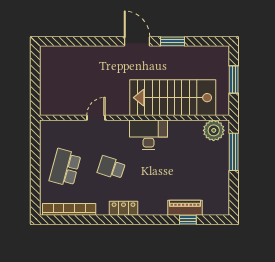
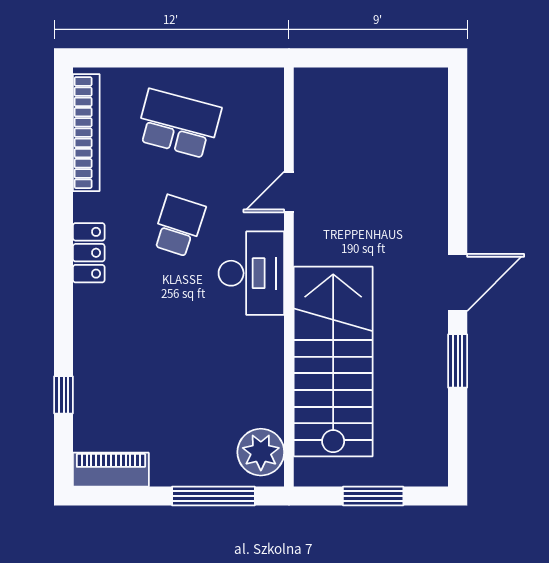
door: (96, 118) -> (289, 192), swing flipped
desk: (148, 135) -> (251, 273), moved
piano: (185, 208) -> (111, 470), moved, turned -90

